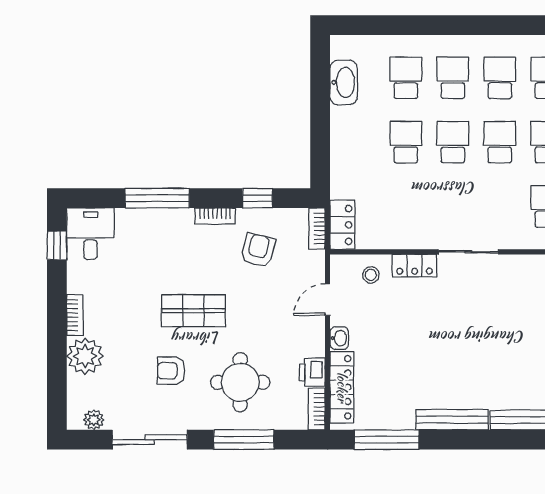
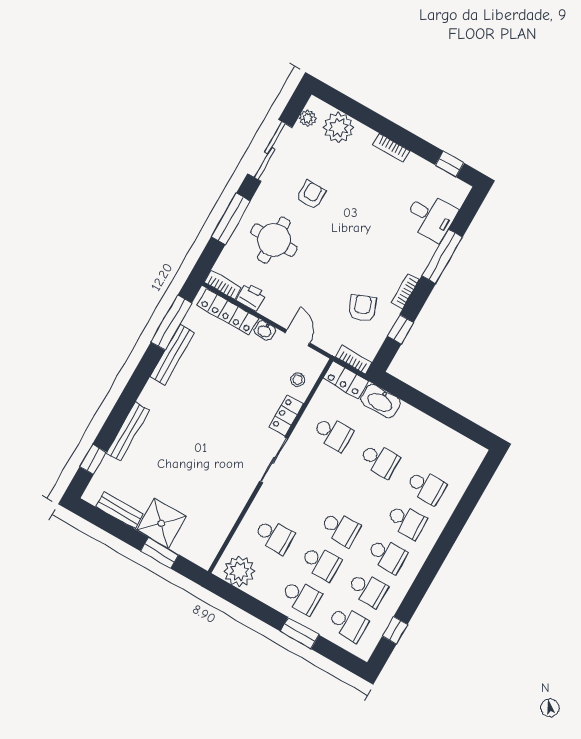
washbasin: (344, 82) -> (381, 401), moved
school desk: (453, 142) -> (333, 434), moved
desk: (91, 234) -> (431, 216), moved
armchair: (258, 250) -> (362, 308), turned -126
shop shelf: (193, 311) -> (345, 236), removed
plant: (85, 356) -> (339, 128), moved
bench: (452, 420) -> (172, 355), moved

